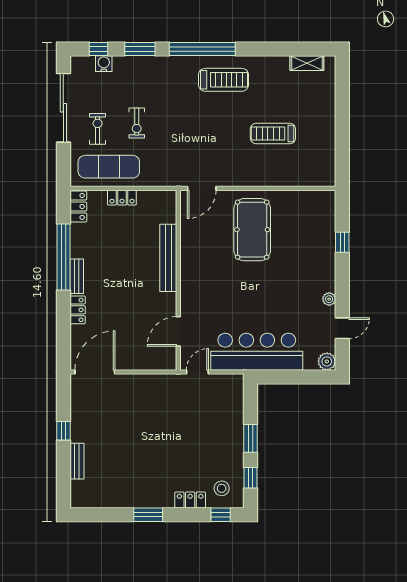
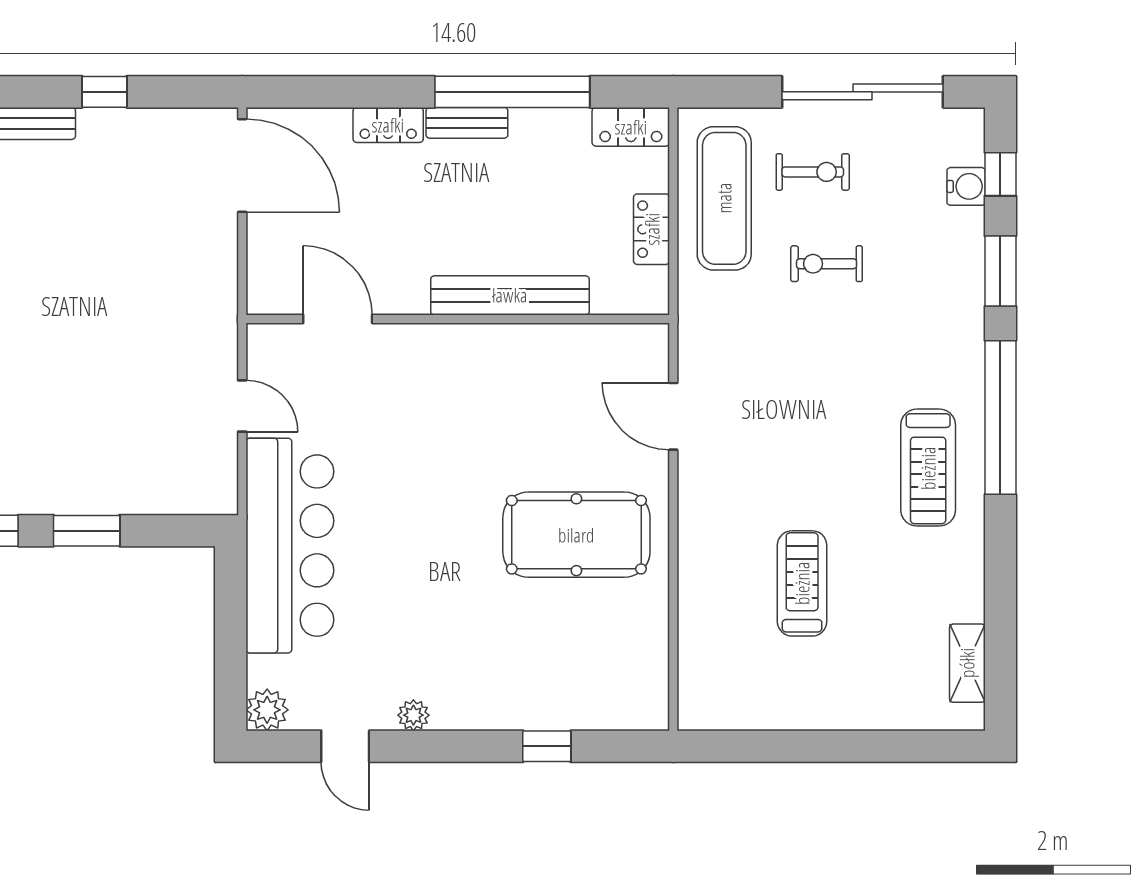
bench: (168, 258) -> (510, 295), moved
wall: (178, 280) -> (458, 319), moved
door: (178, 331) -> (338, 319), moved

